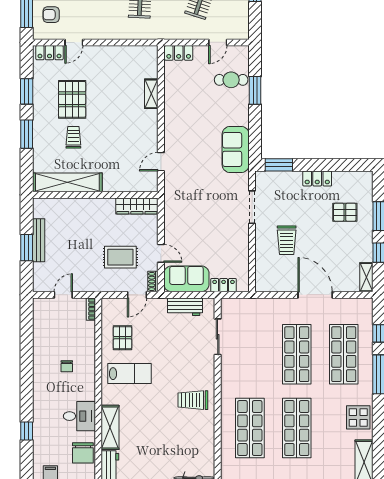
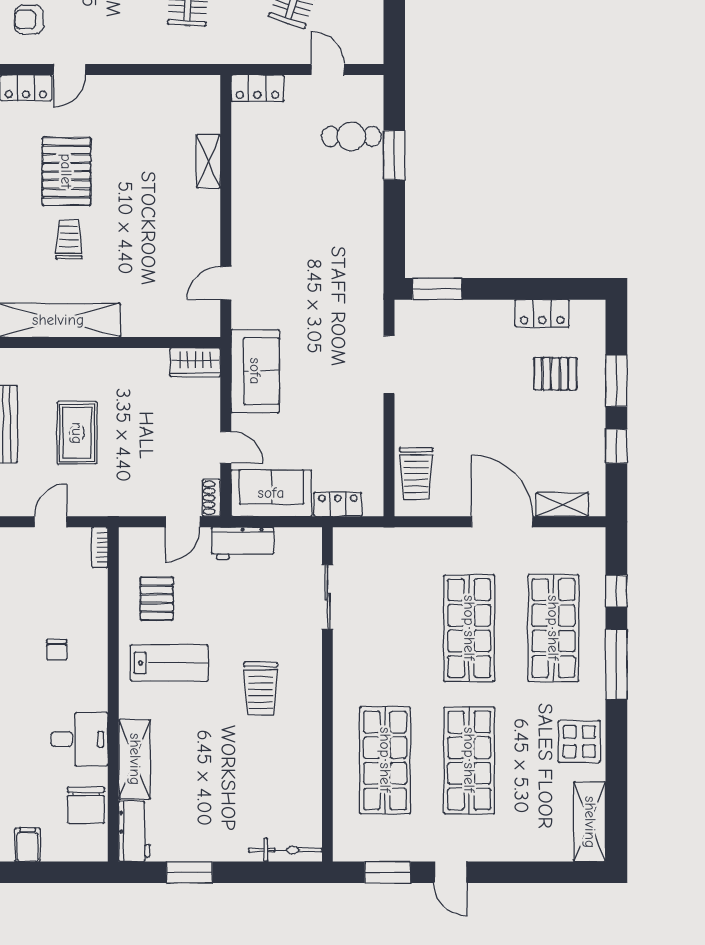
door: (218, 42) -> (328, 69), swing flipped
sofa: (236, 150) -> (255, 371), moved, turned 180
locker: (317, 179) -> (542, 313), moved
wardrobe: (137, 206) -> (195, 362), width x0.67
trolley: (287, 240) -> (416, 473), moved
rug: (120, 257) -> (77, 433), moved, turned 90
shelving: (366, 277) -> (562, 505), moved, turned 90
workbench: (185, 307) -> (243, 543), moved
trolley: (193, 400) -> (261, 689), moved, turned -90

